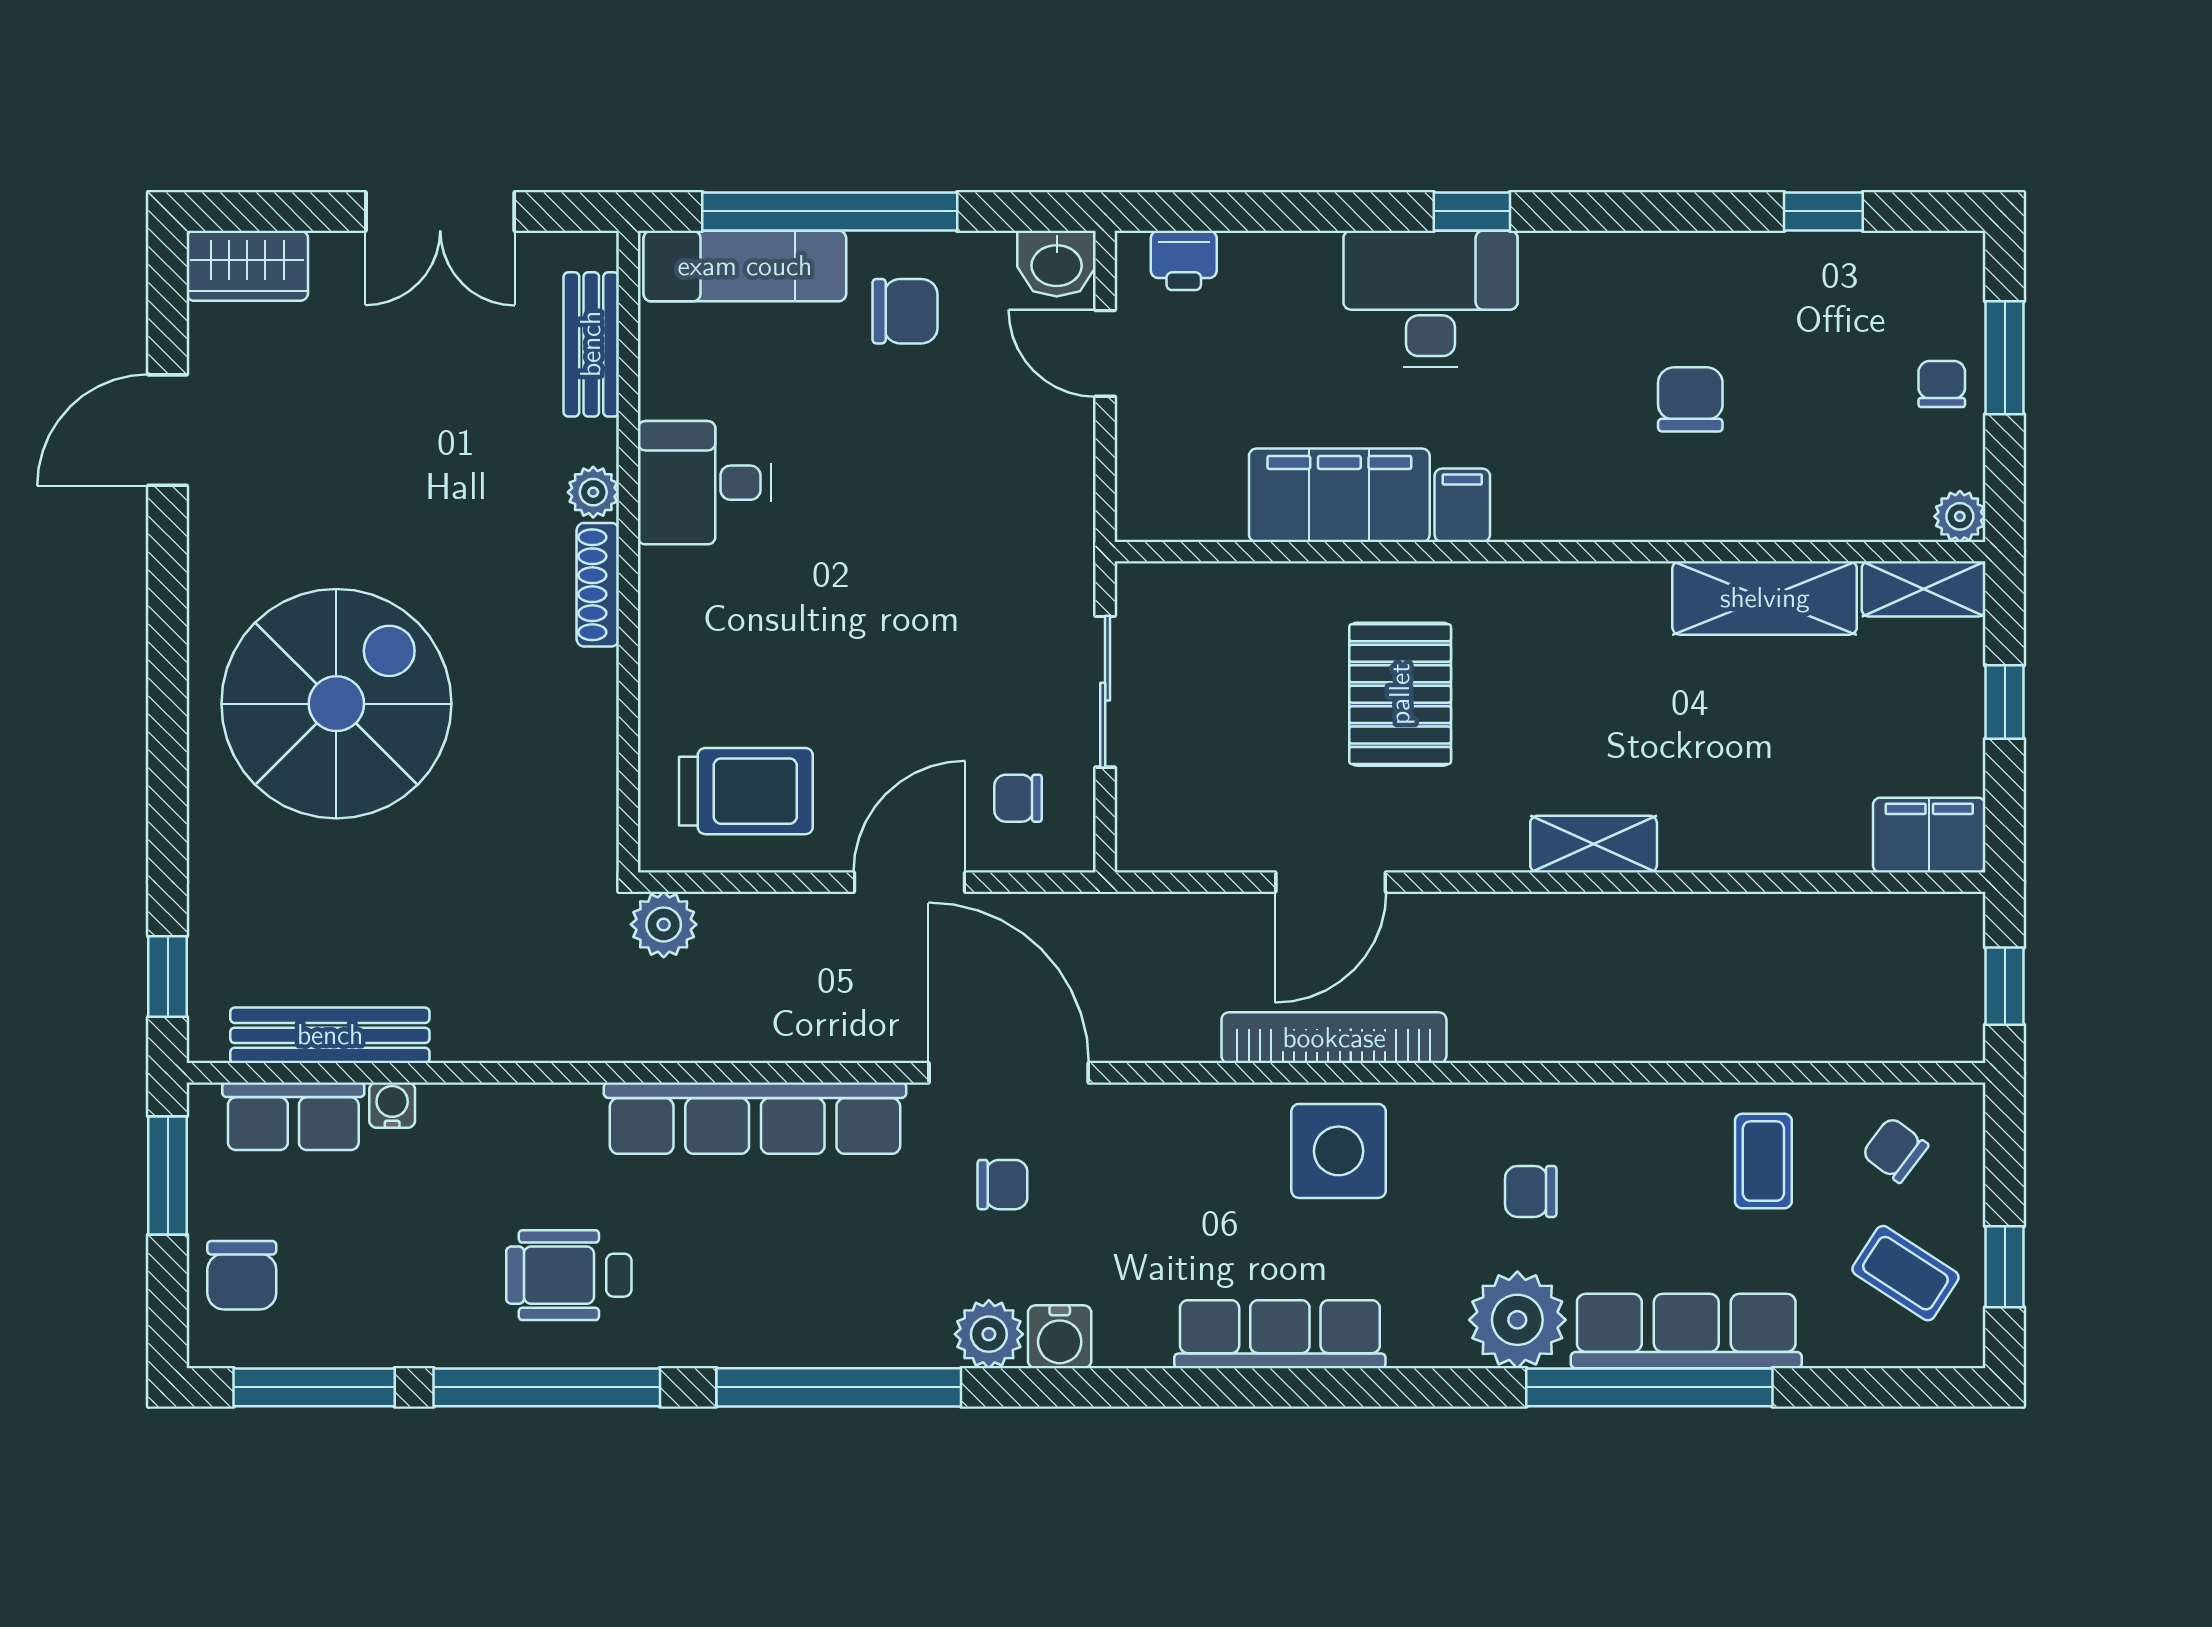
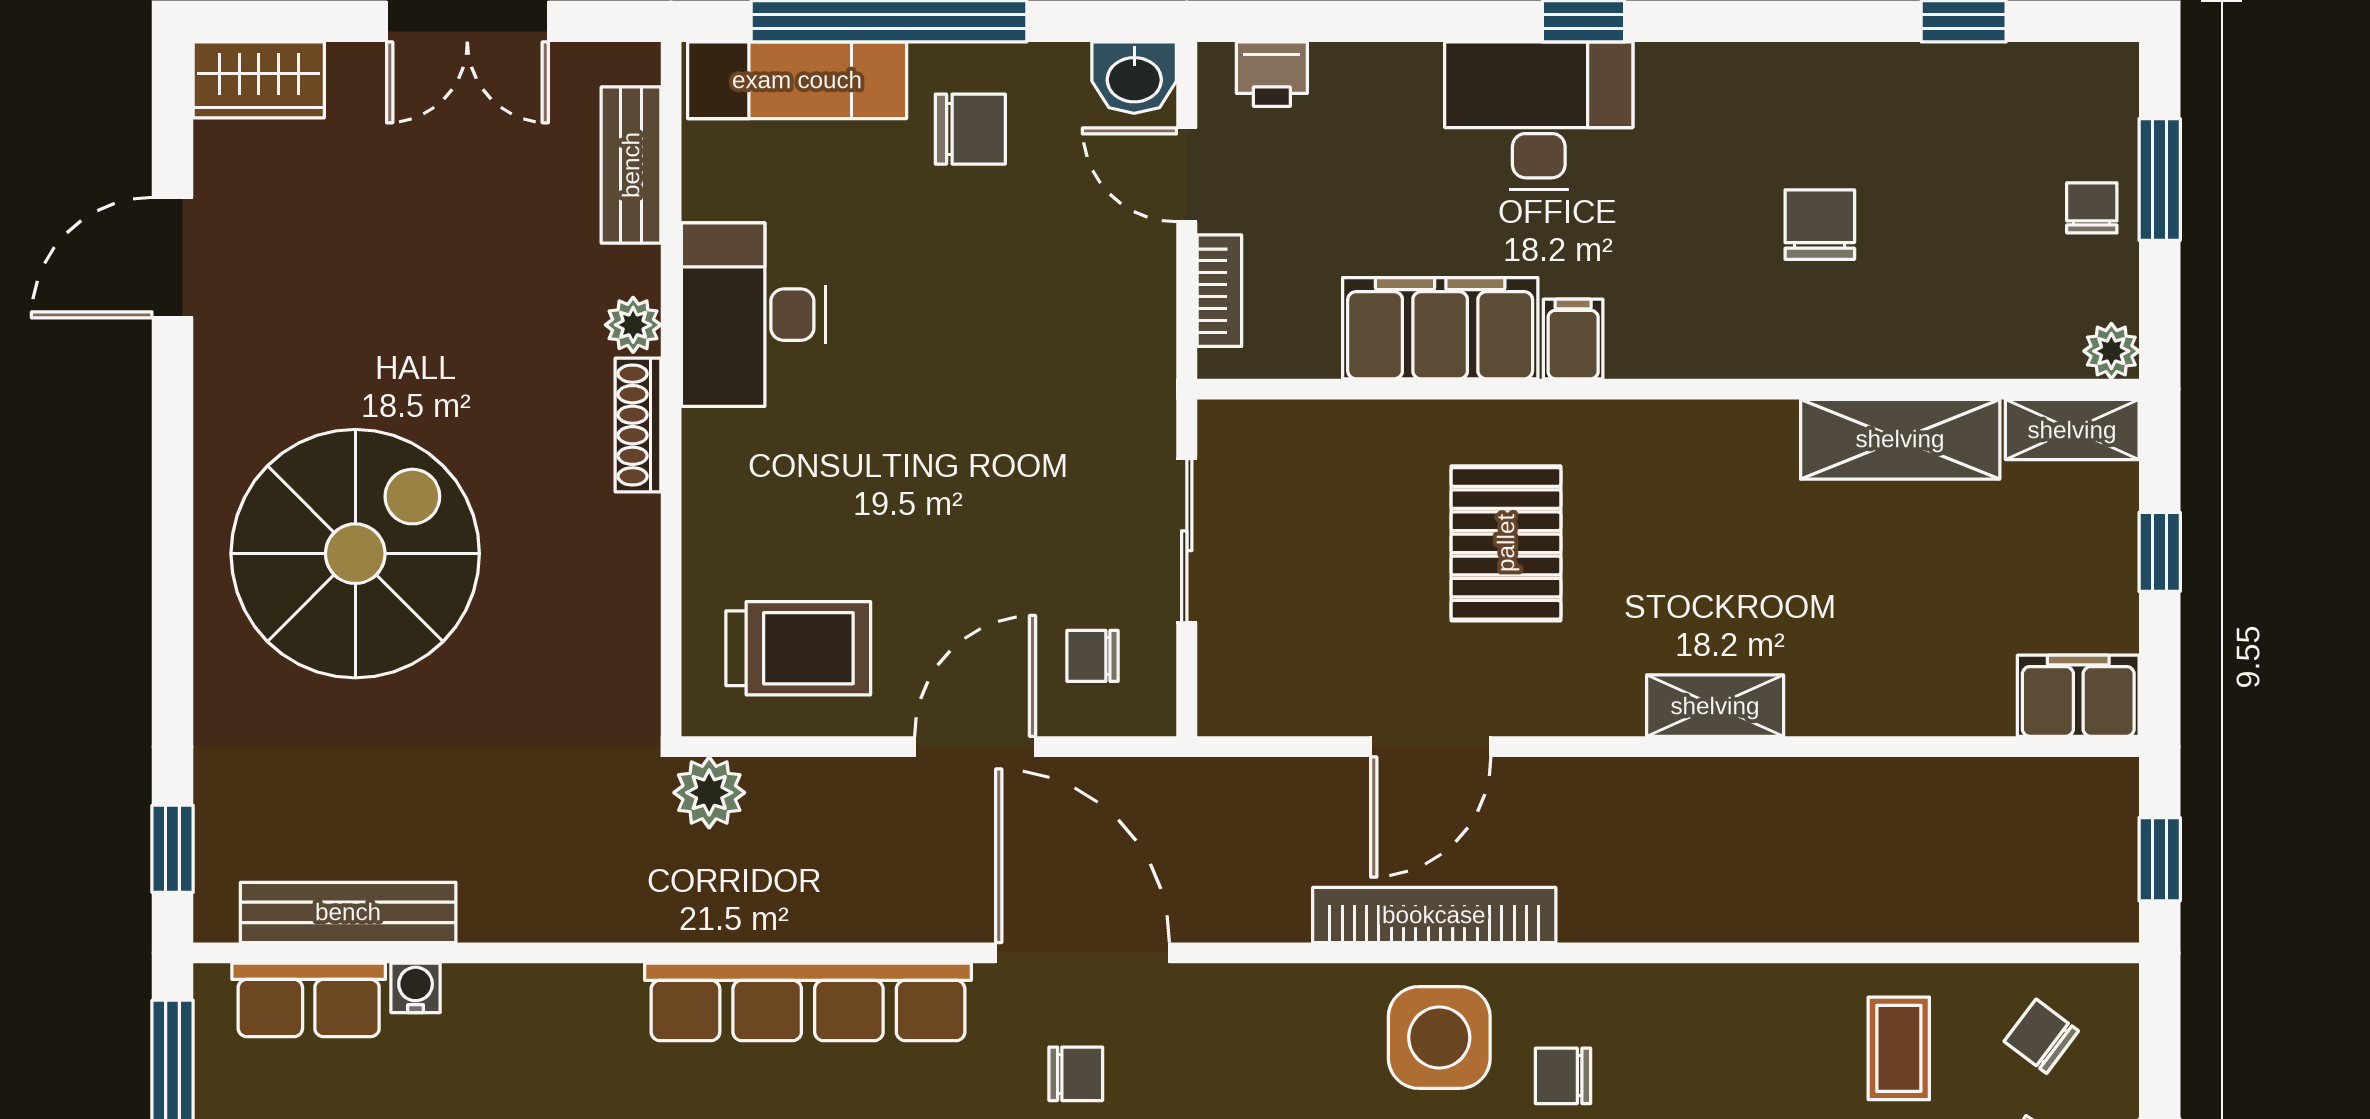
bookcase: (1135, 461) -> (1219, 291), added
desk: (705, 483) -> (753, 315), width x1.37
chair: (1531, 1191) -> (1563, 1076), moved

